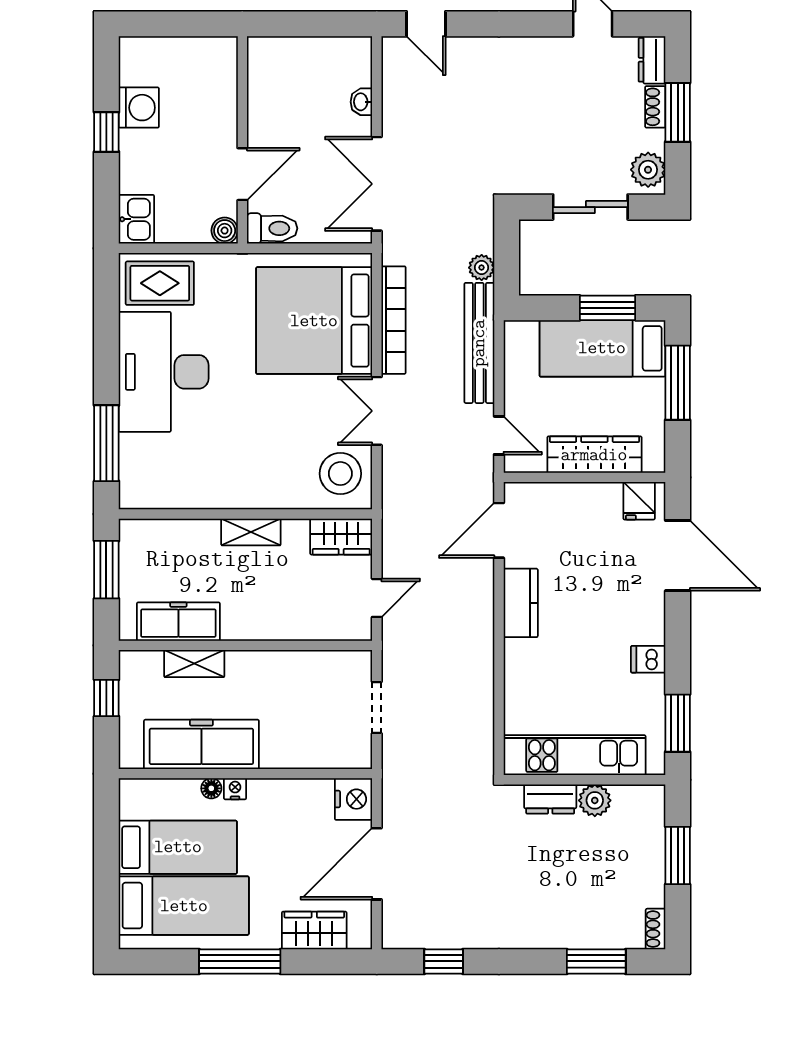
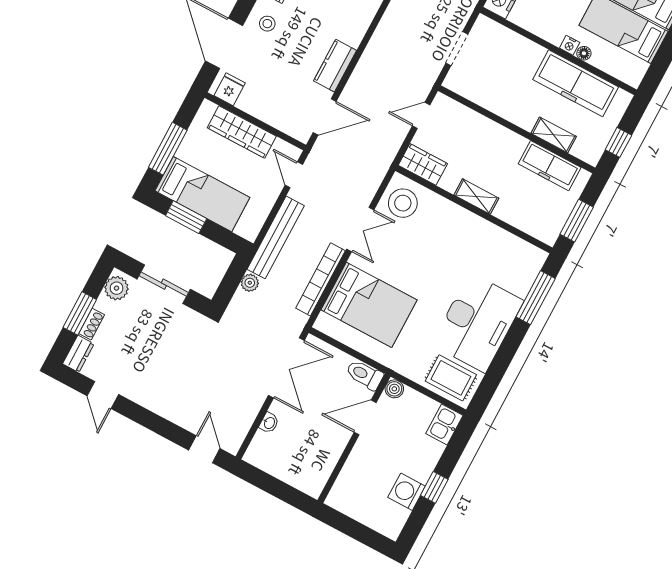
bed: (314, 321) -> (369, 305), width x0.73
stool: (636, 610) -> (267, 24), added

